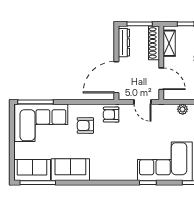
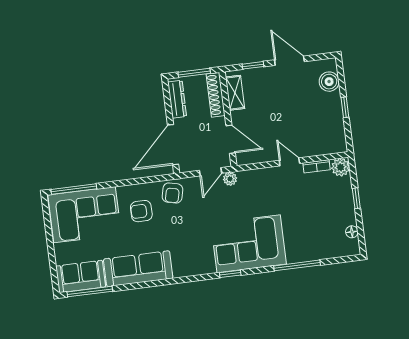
door: (143, 102) -> (210, 172), hinge flipped
plant: (183, 109) -> (230, 179), moved
armchair: (111, 115) -> (172, 193), turned -77
sofa: (70, 170) -> (138, 269), width x1.36

